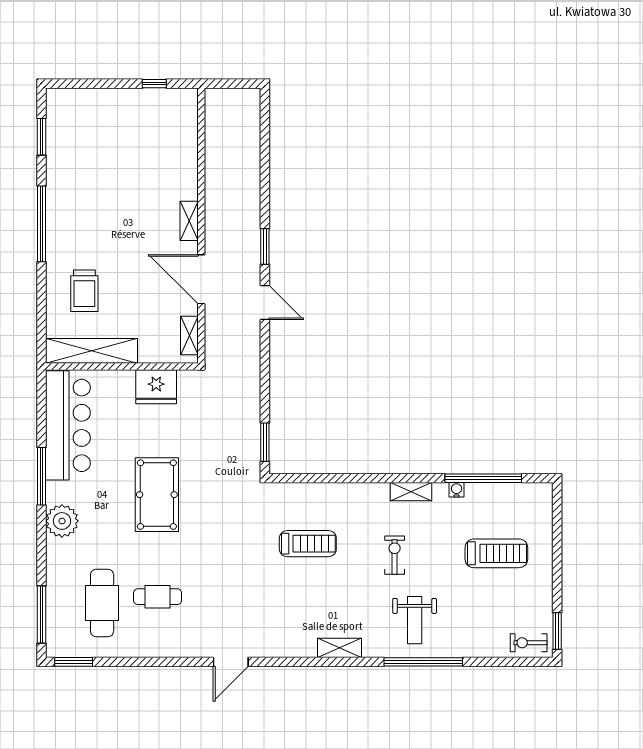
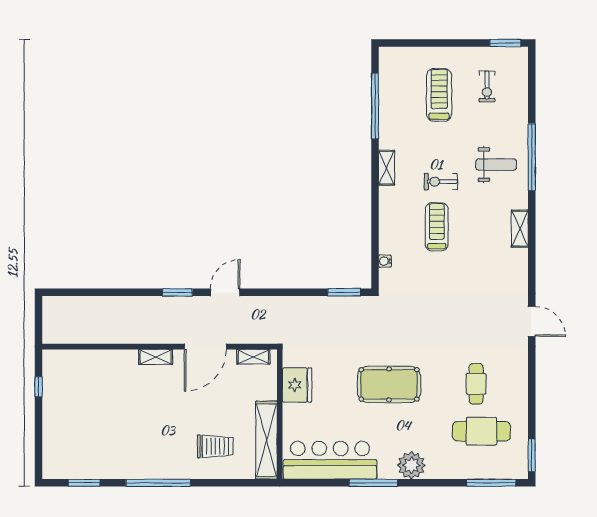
water cooler: (457, 490) -> (385, 261), moved
treadmill: (308, 544) -> (437, 227), moved
exercise bike: (529, 643) -> (487, 87), moved

